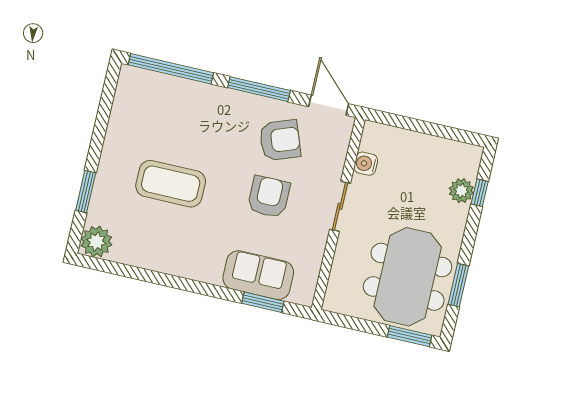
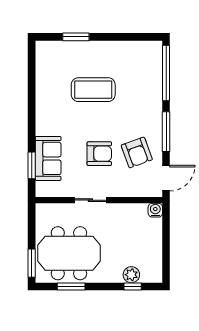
water cooler: (366, 164) -> (155, 210), moved
coffee table: (171, 184) -> (93, 90), turned 90
sliding door: (340, 206) -> (90, 200), moved
plant: (96, 242) -> (46, 51), removed

